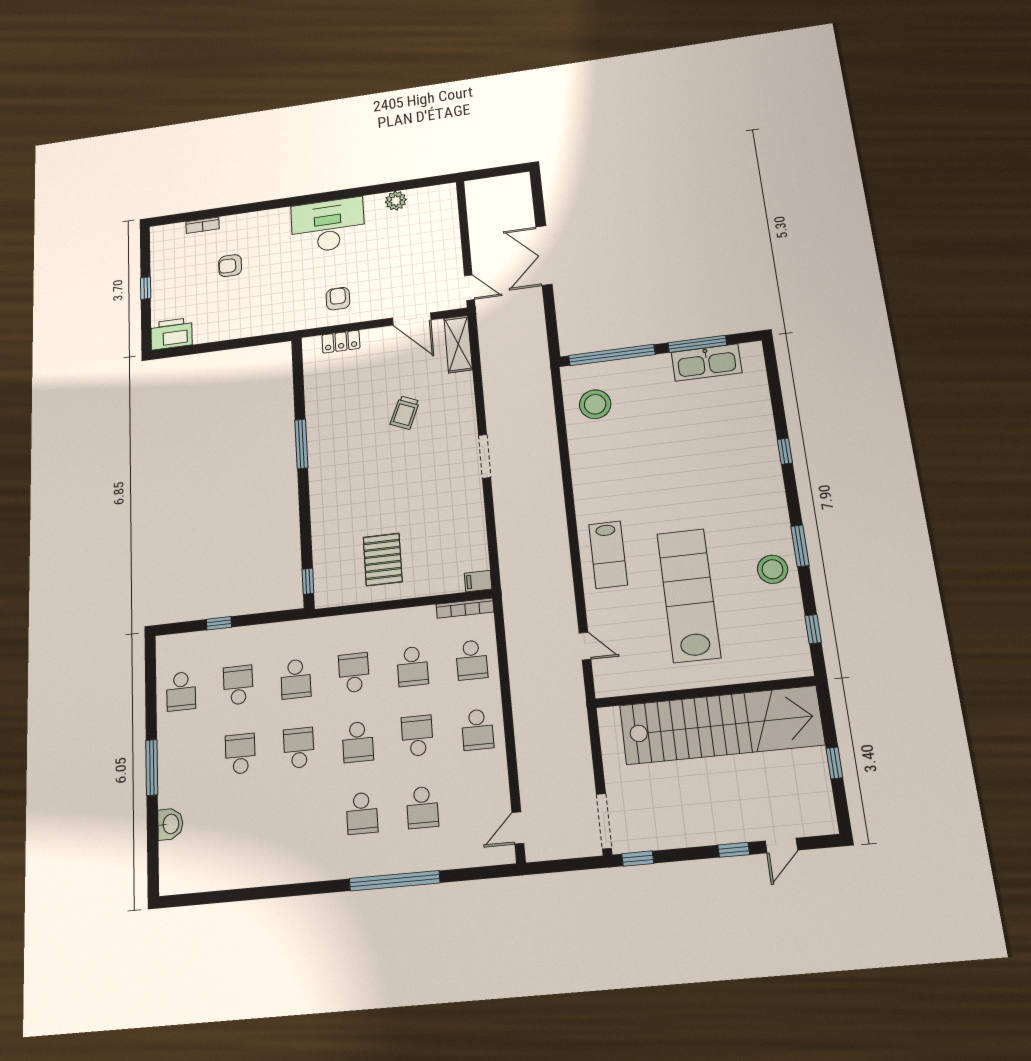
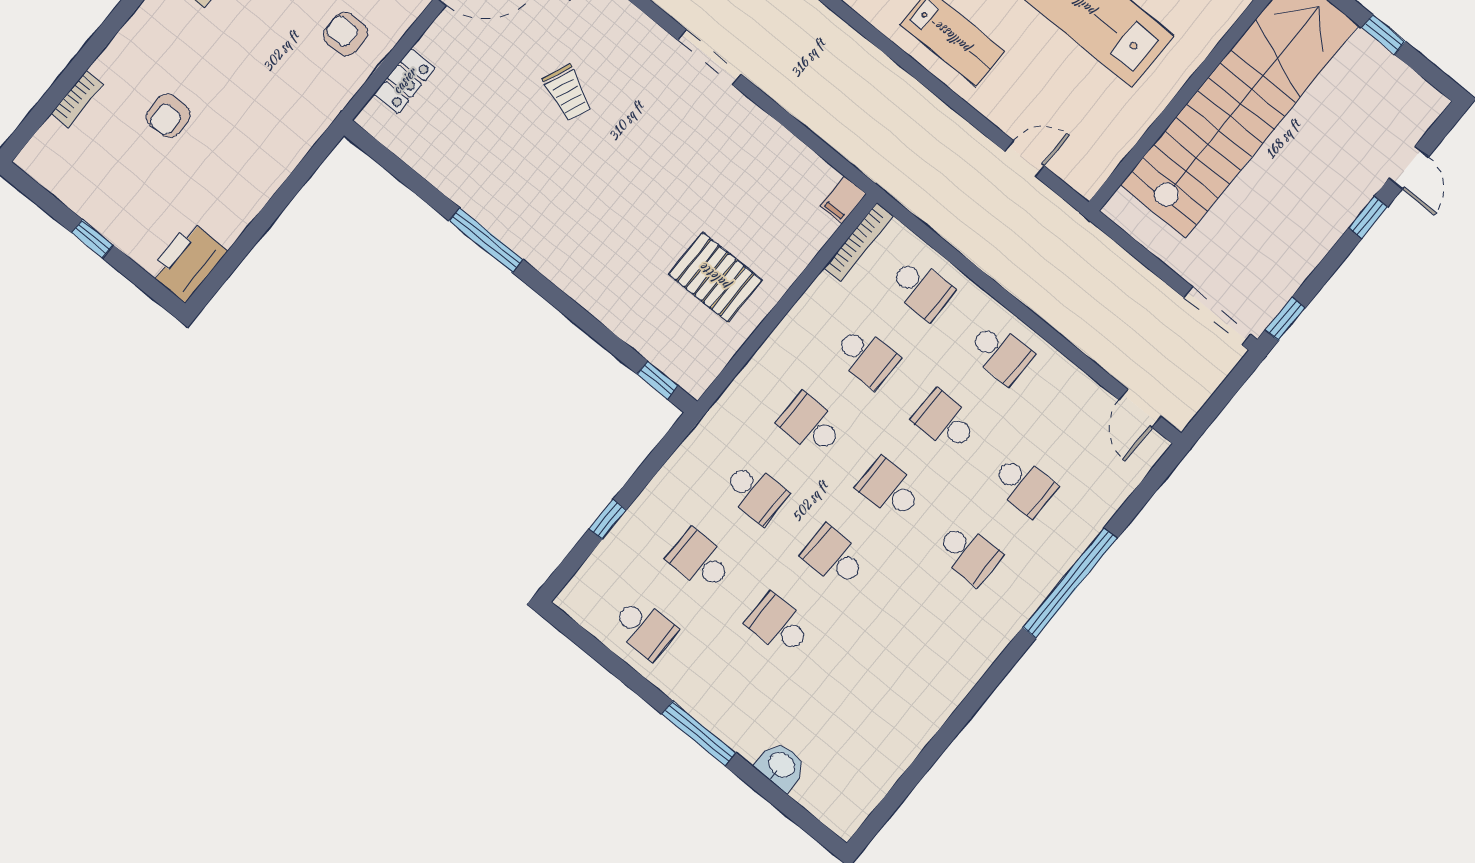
school desk: (358, 742) -> (890, 489), turned 180

